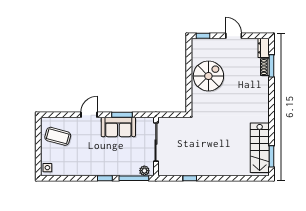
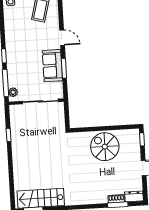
spiral stairs: (208, 76) -> (105, 147), turned 180

